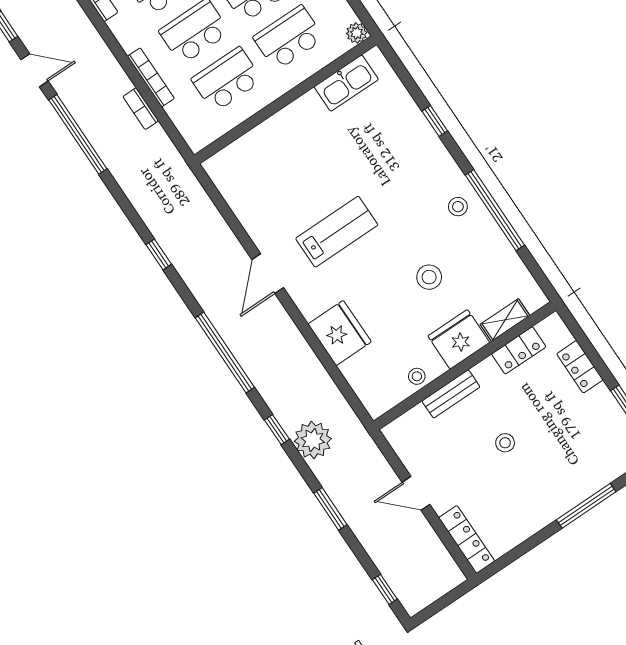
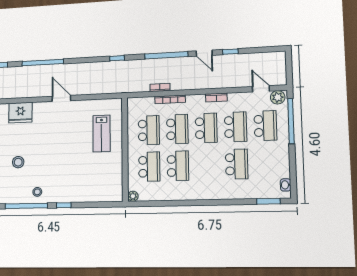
door: (35, 70) -> (204, 53), hinge flipped
kitchen sink: (346, 83) -> (115, 179), removed
window: (435, 121) -> (64, 205), moved
lab bench: (337, 232) -> (101, 133), moved
window: (159, 254) -> (117, 58), moved

